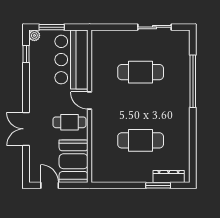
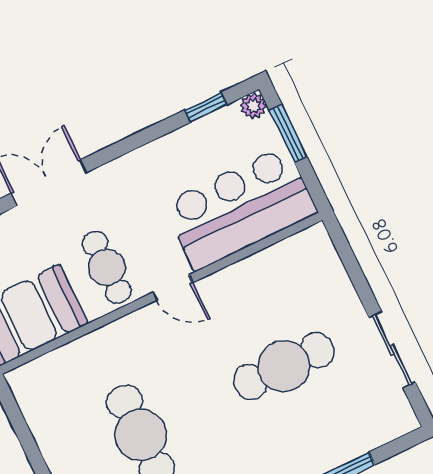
cafe table: (141, 72) -> (284, 366), turned 90
door: (90, 100) -> (173, 287), swing flipped

